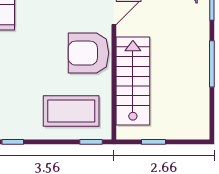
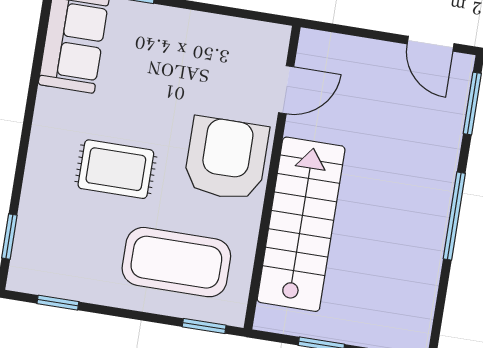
armchair: (88, 53) -> (226, 159), turned 90
rug: (32, 68) -> (116, 169), added

